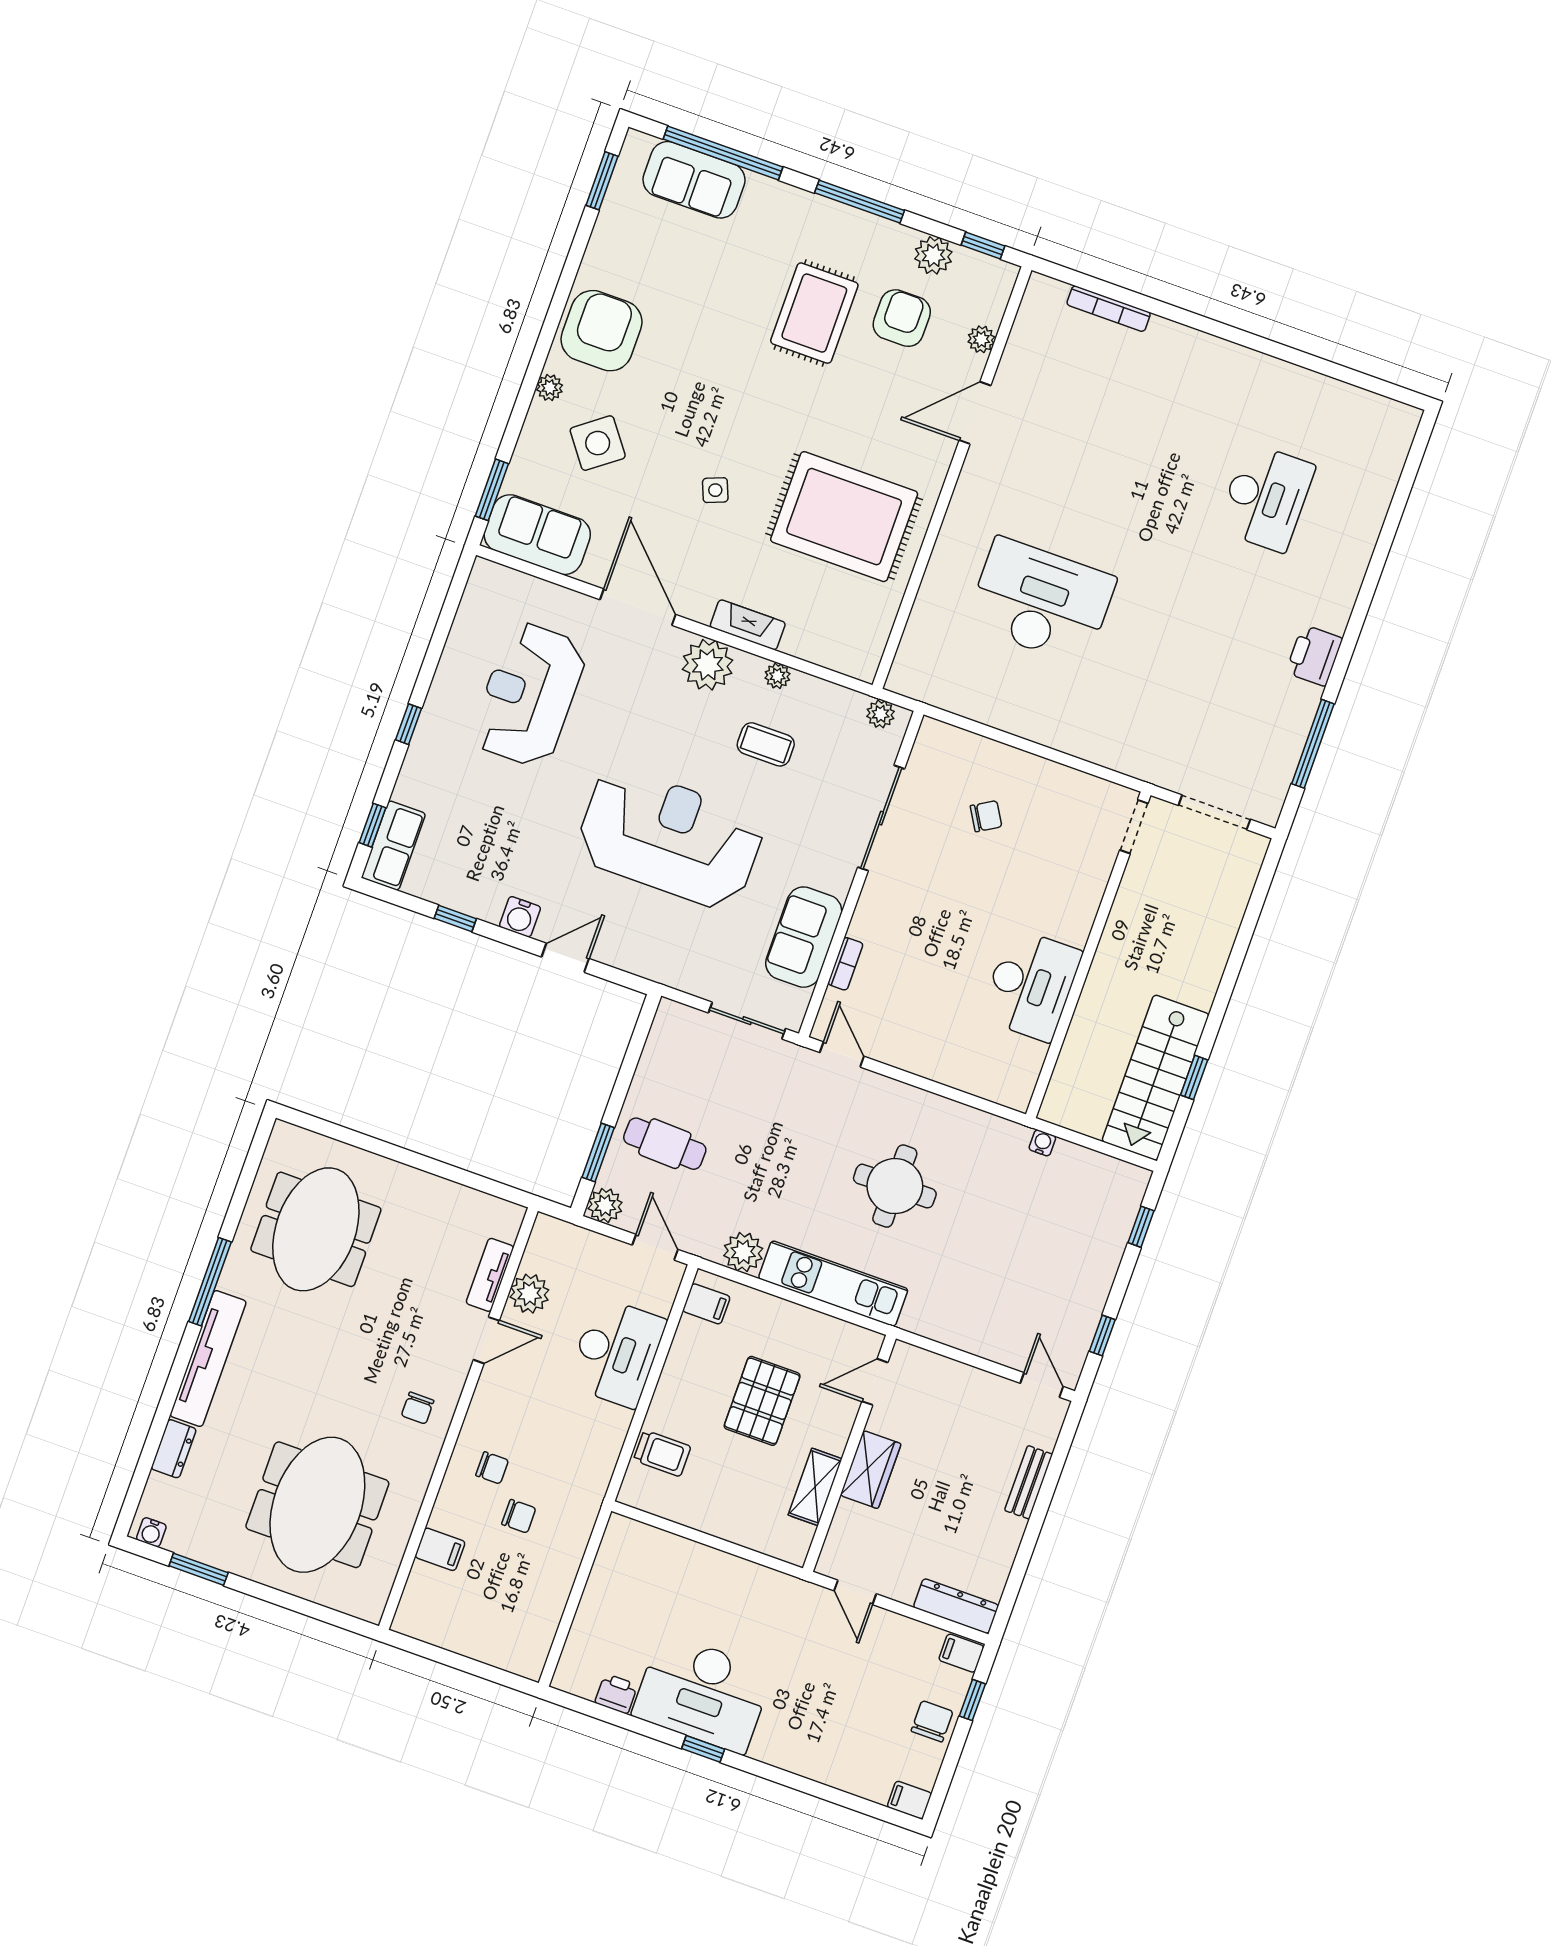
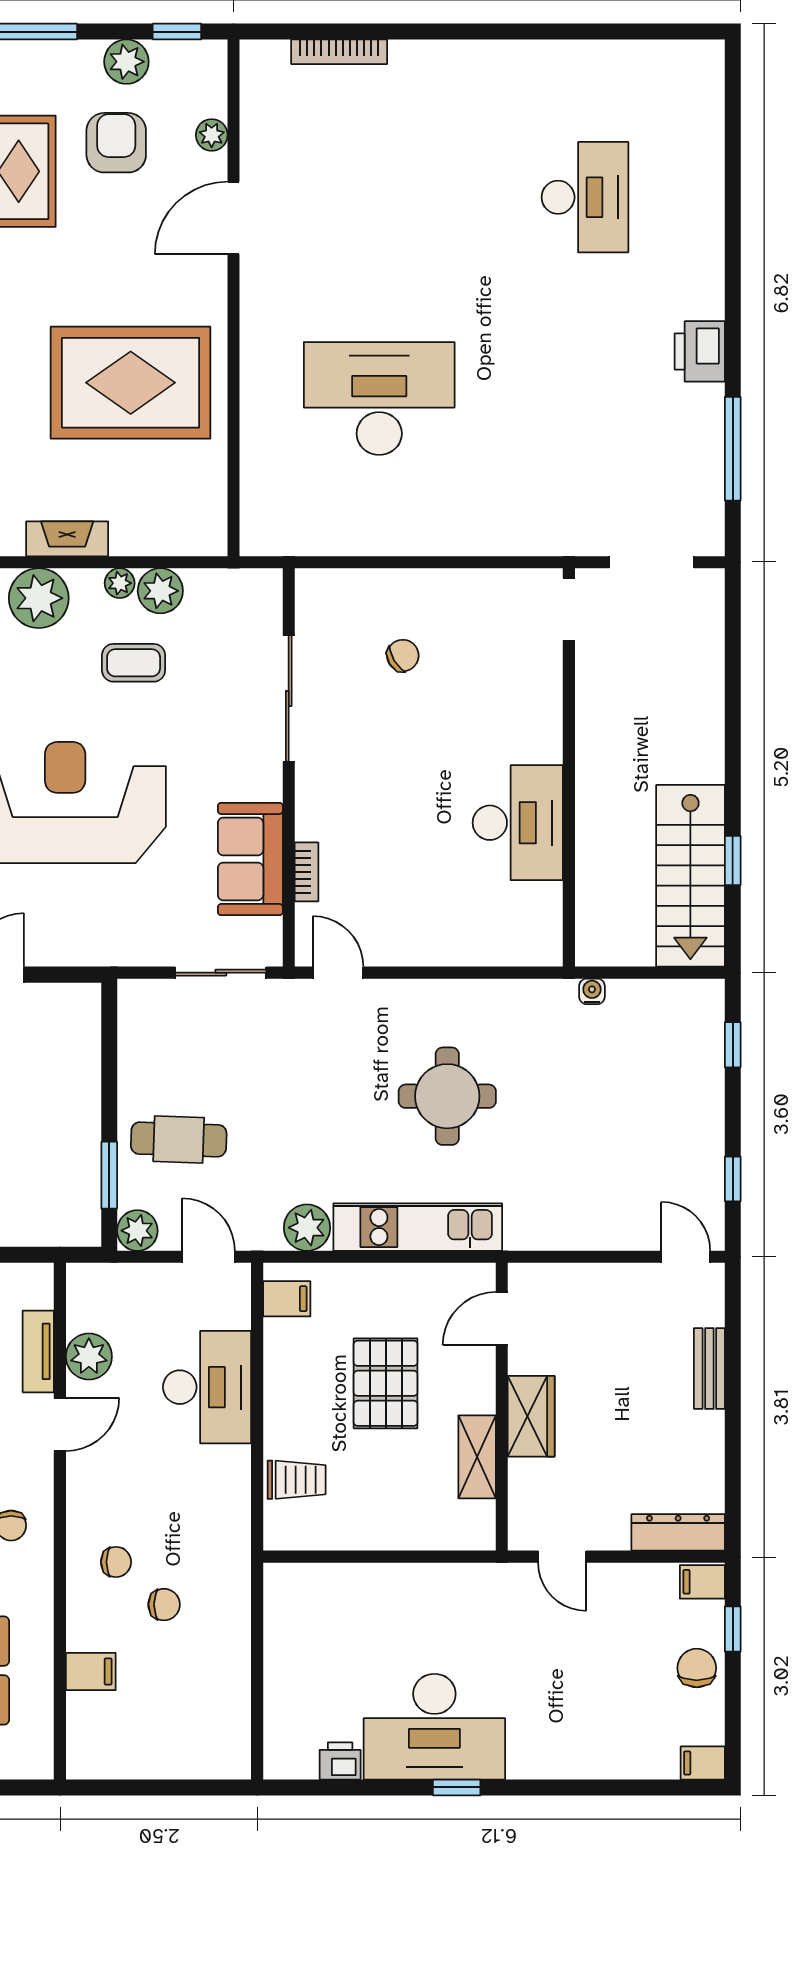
plant: (881, 714) -> (160, 591), moved, width x1.38, depth x1.38

